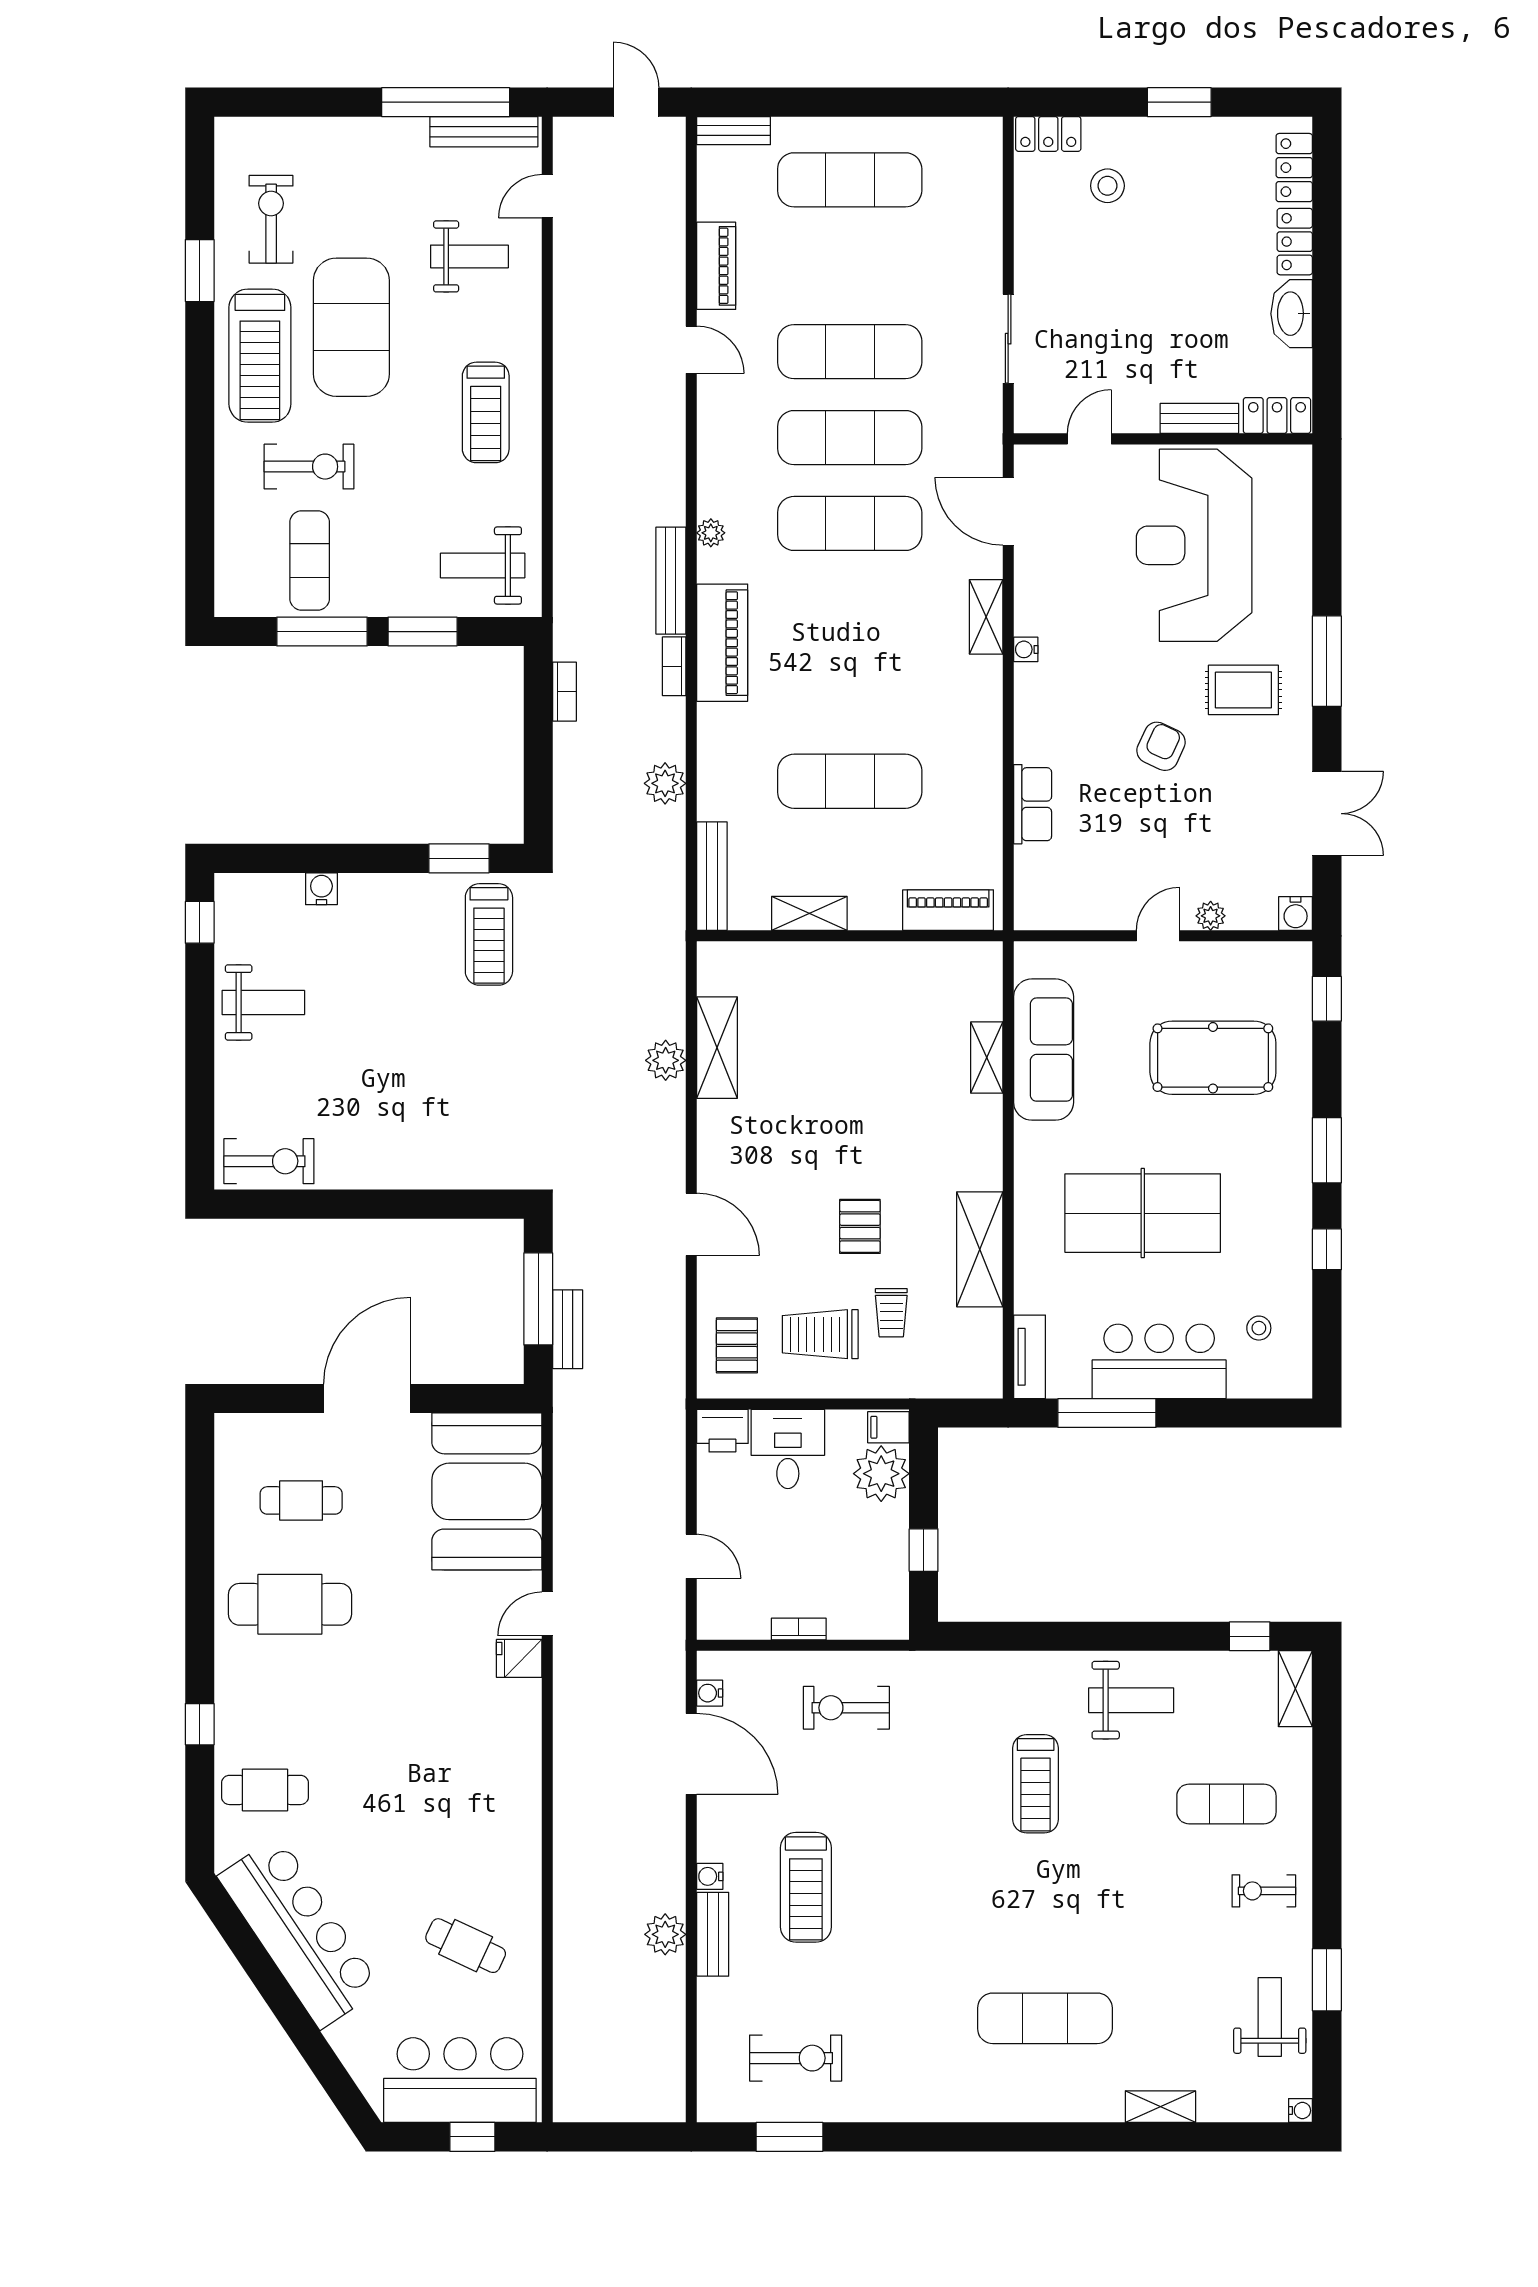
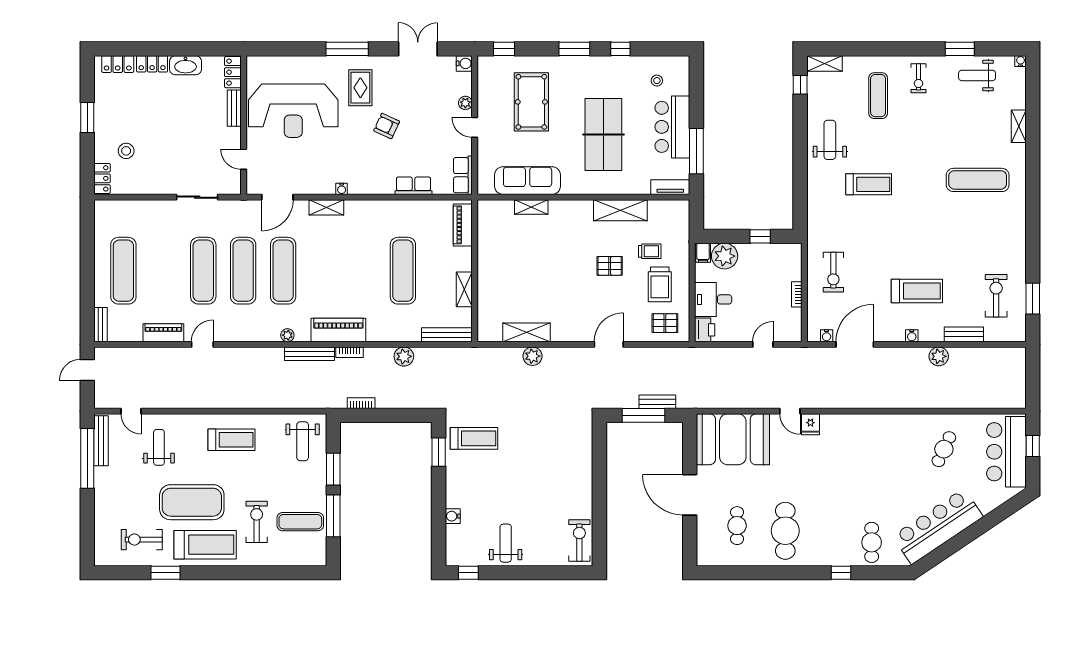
row of seats: (1055, 911) -> (463, 175), added
bench: (713, 1934) -> (964, 334), moved
exercise mat: (1045, 2018) -> (978, 180), turned 90

